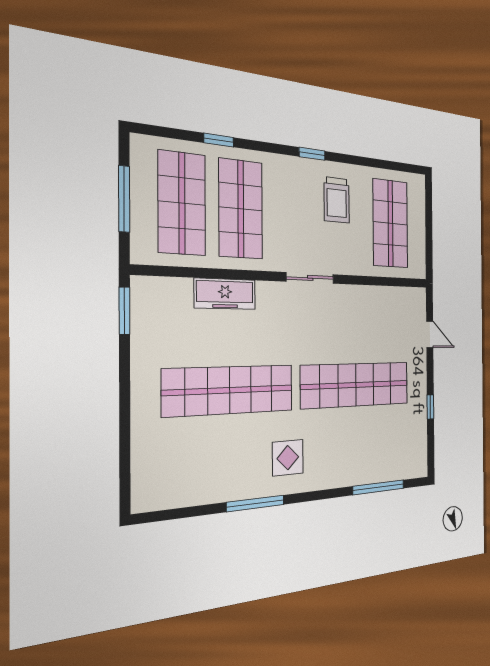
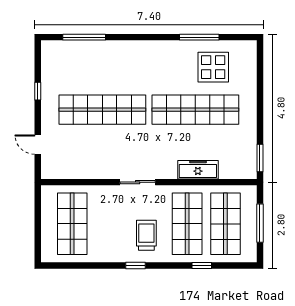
trolley: (337, 200) -> (146, 235), moved
display table: (288, 458) -> (213, 67), moved, width x1.36, depth x1.36
window: (256, 503) -> (199, 37), moved

